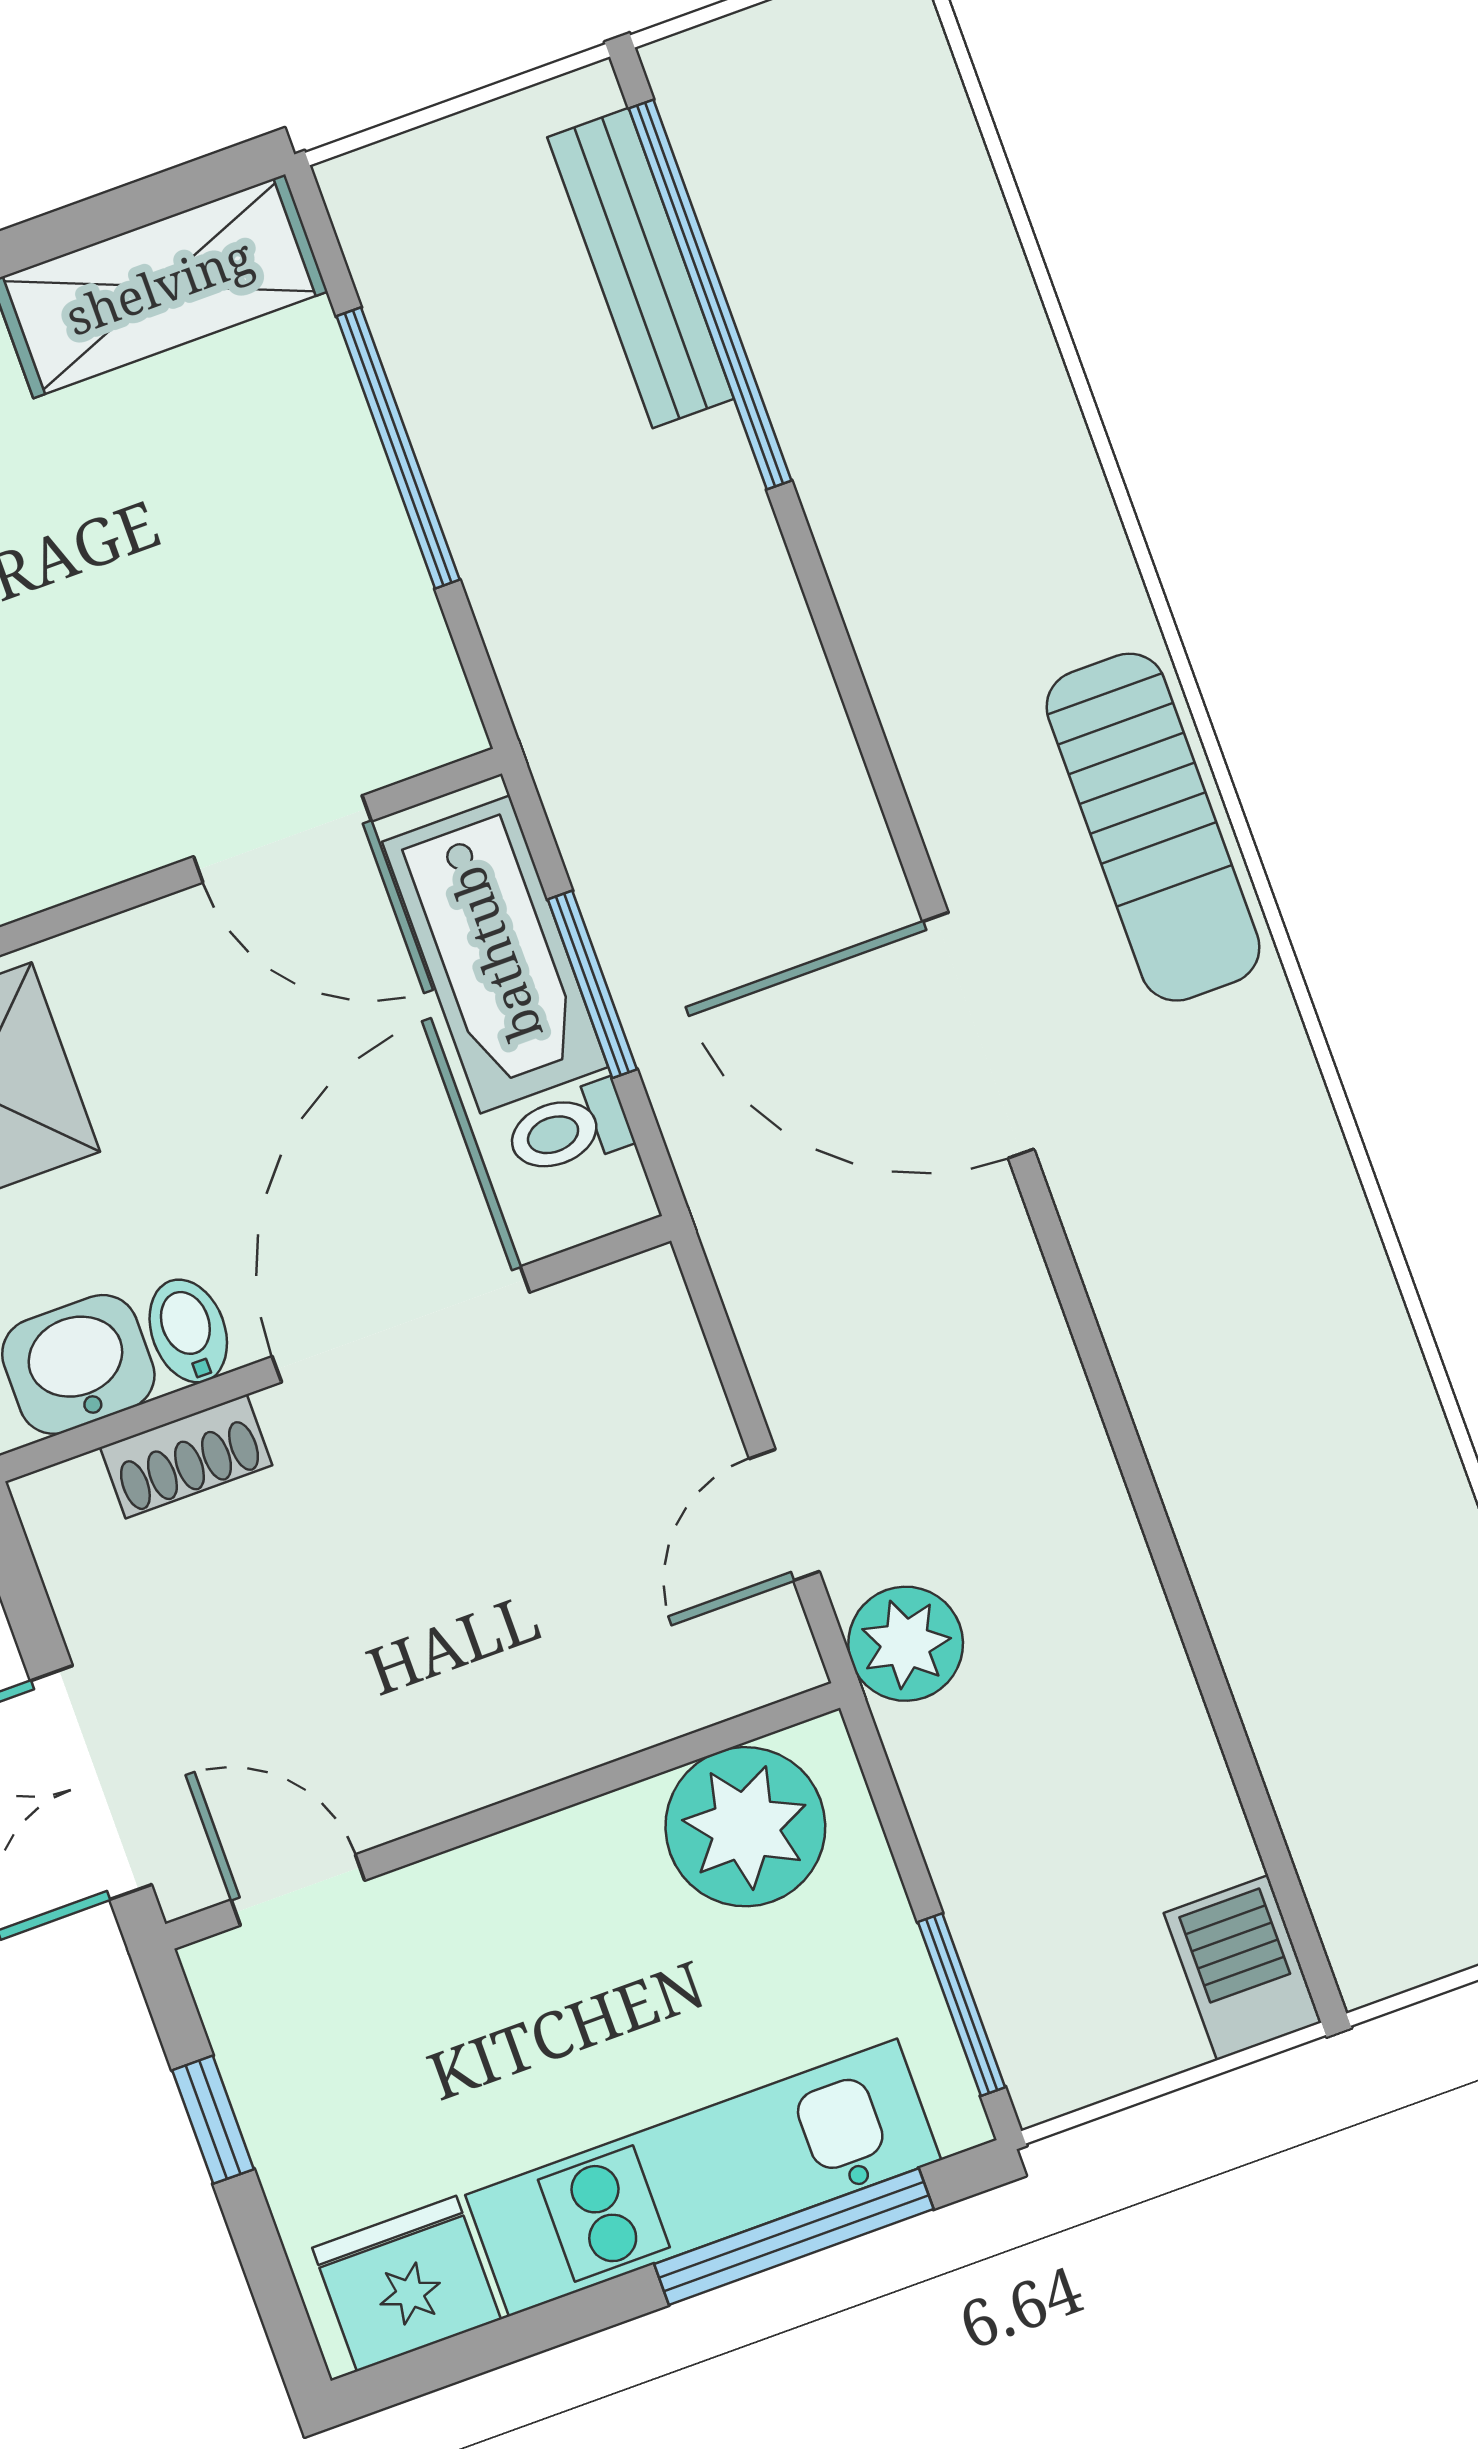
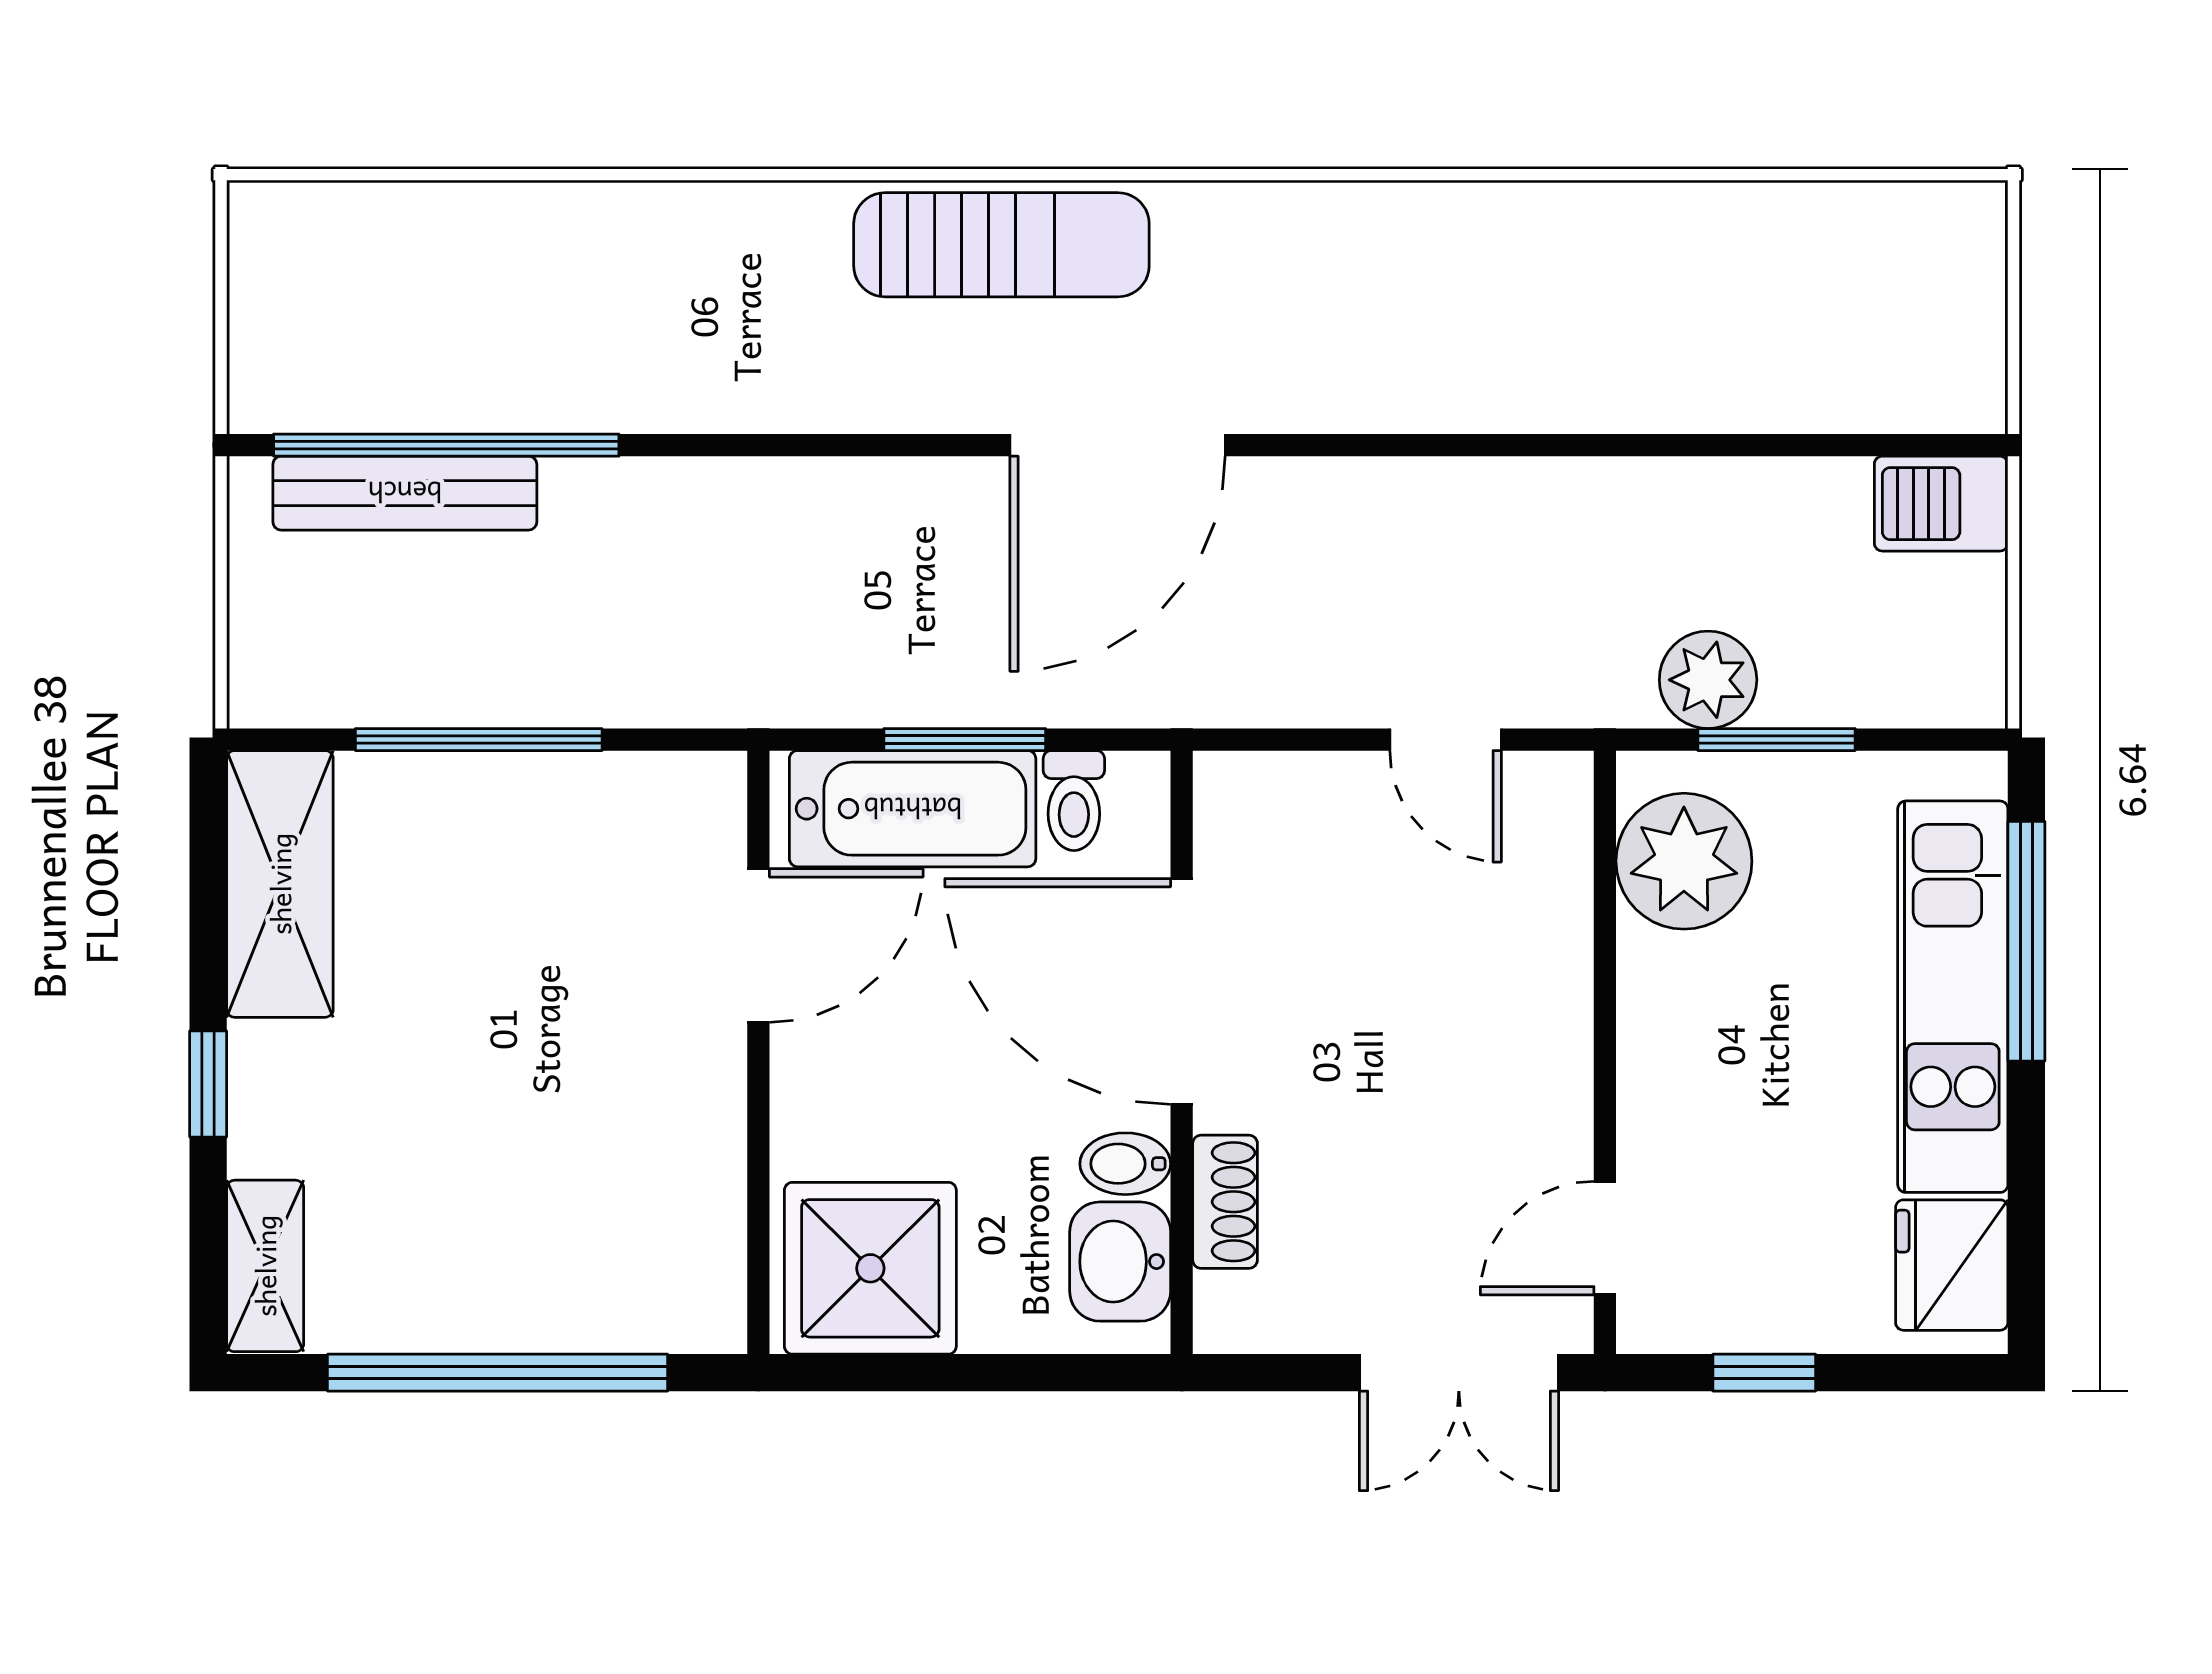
plant: (906, 1644) -> (1708, 680), moved
window: (962, 2005) -> (1776, 740), moved

